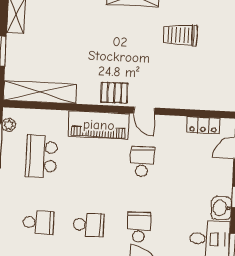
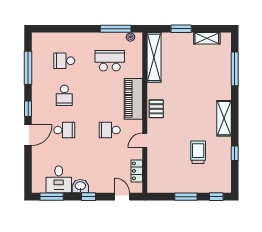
door: (144, 111) -> (145, 140), moved
school desk: (142, 161) -> (110, 130), turned 180
school desk: (38, 222) -> (64, 61), turned 90

